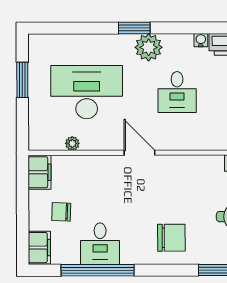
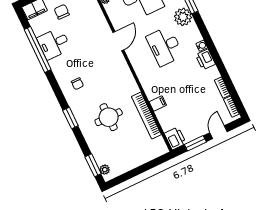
desk: (177, 92) -> (165, 46), width x1.37
chair: (171, 238) -> (77, 84), width x0.54, depth x0.54

